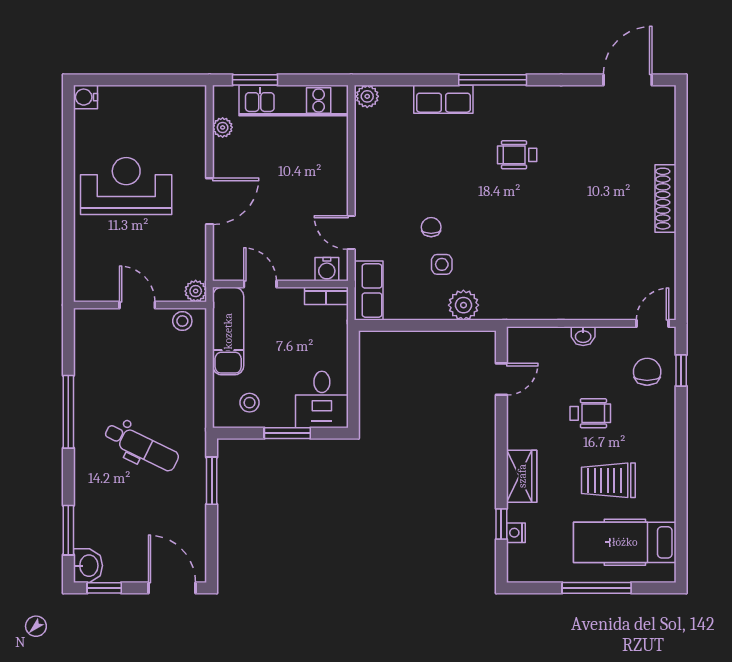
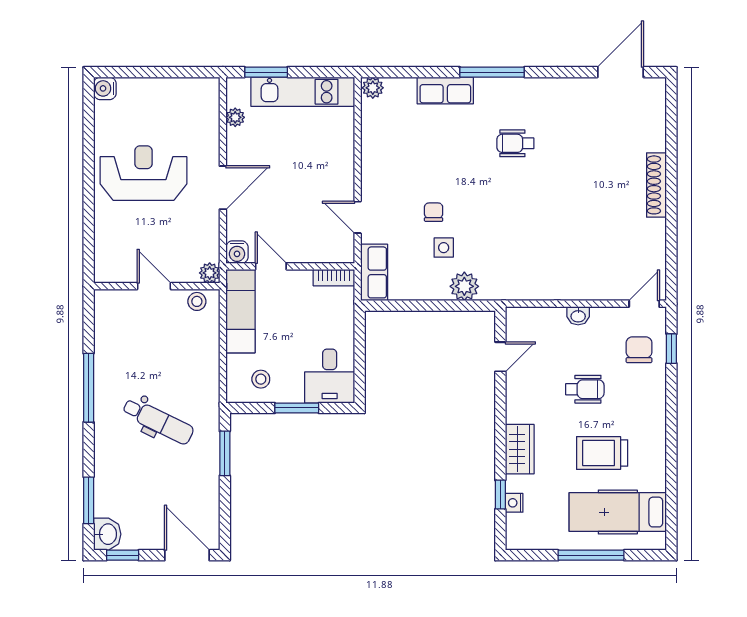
water cooler: (327, 269) -> (237, 252), moved

